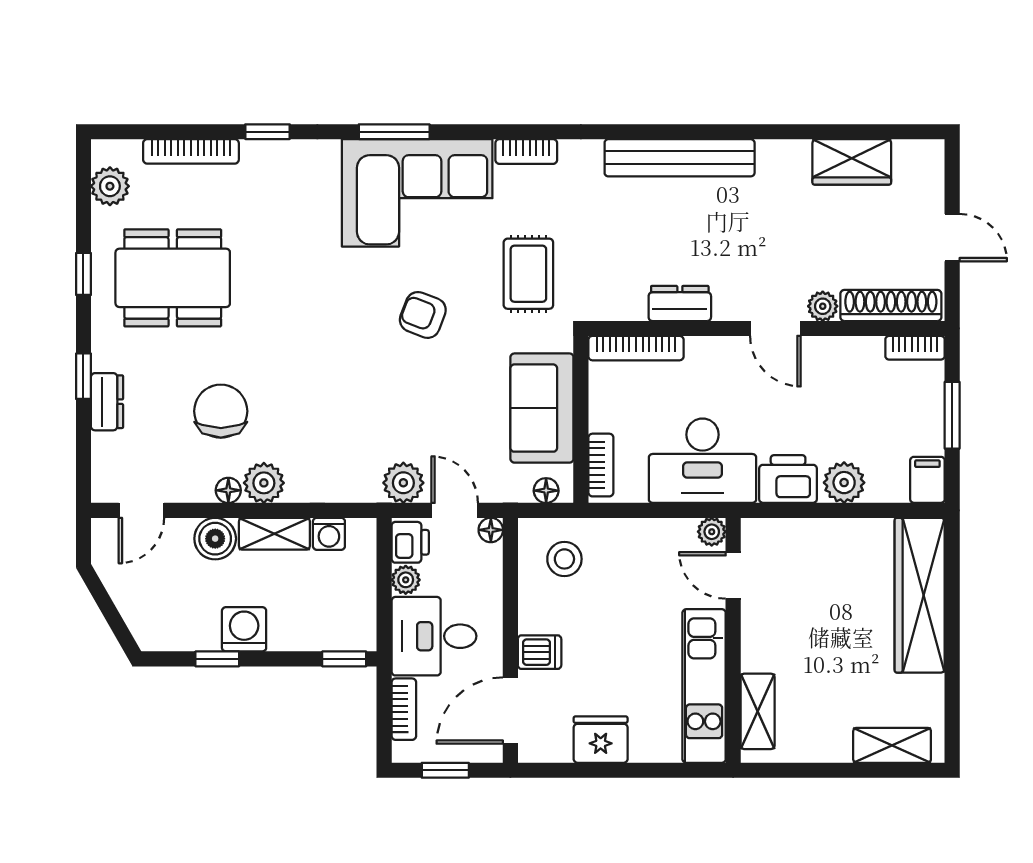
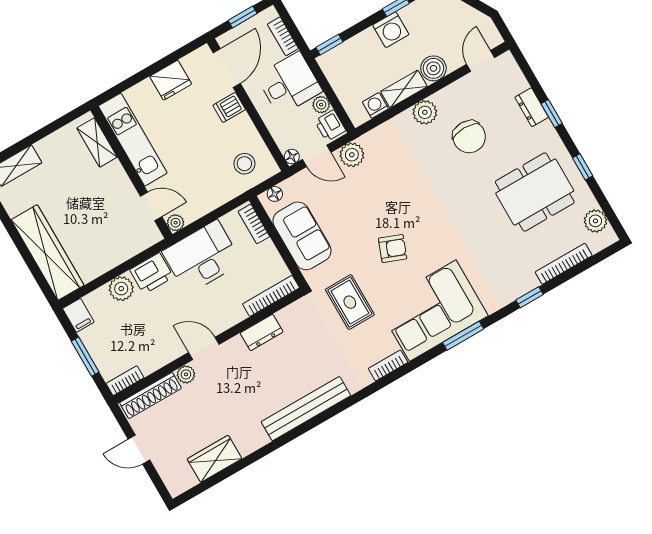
floor lamp: (228, 490) -> (441, 98), removed

